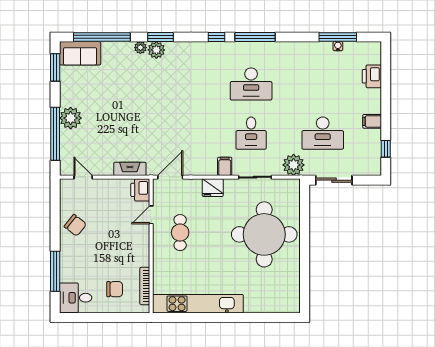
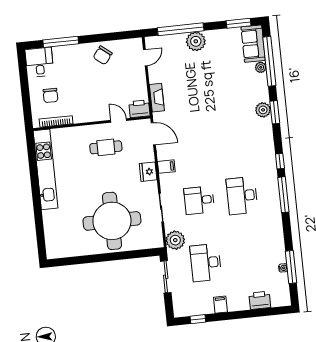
plant: (140, 48) -> (261, 67), moved
filing cabinet: (225, 166) -> (166, 167), moved

